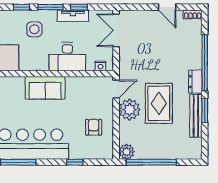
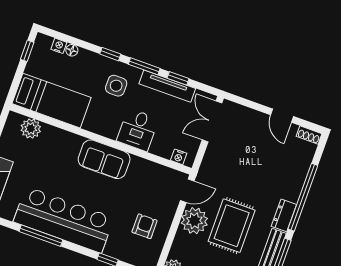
tv unit: (73, 16) -> (167, 86), width x1.41
desk: (67, 57) -> (138, 130), width x0.73

